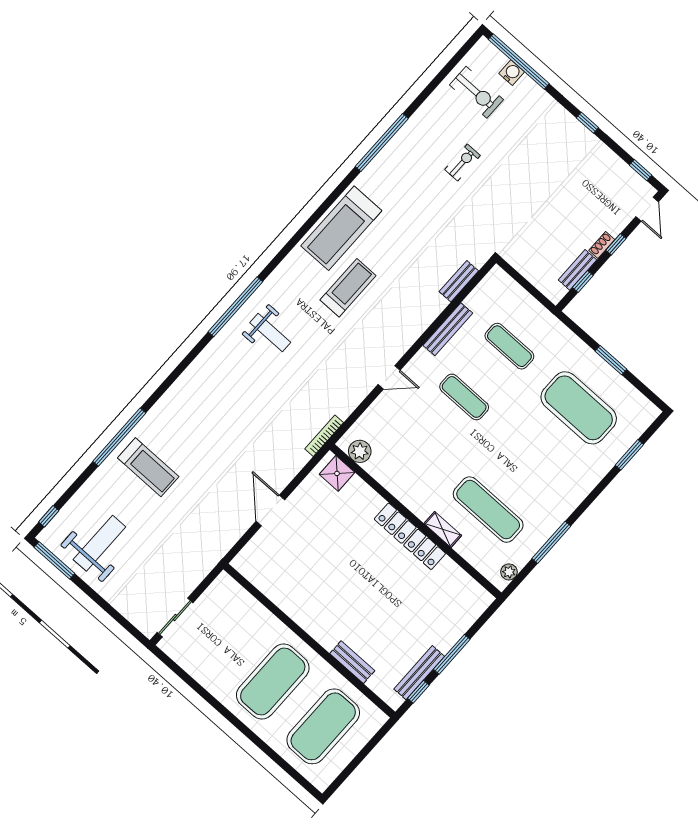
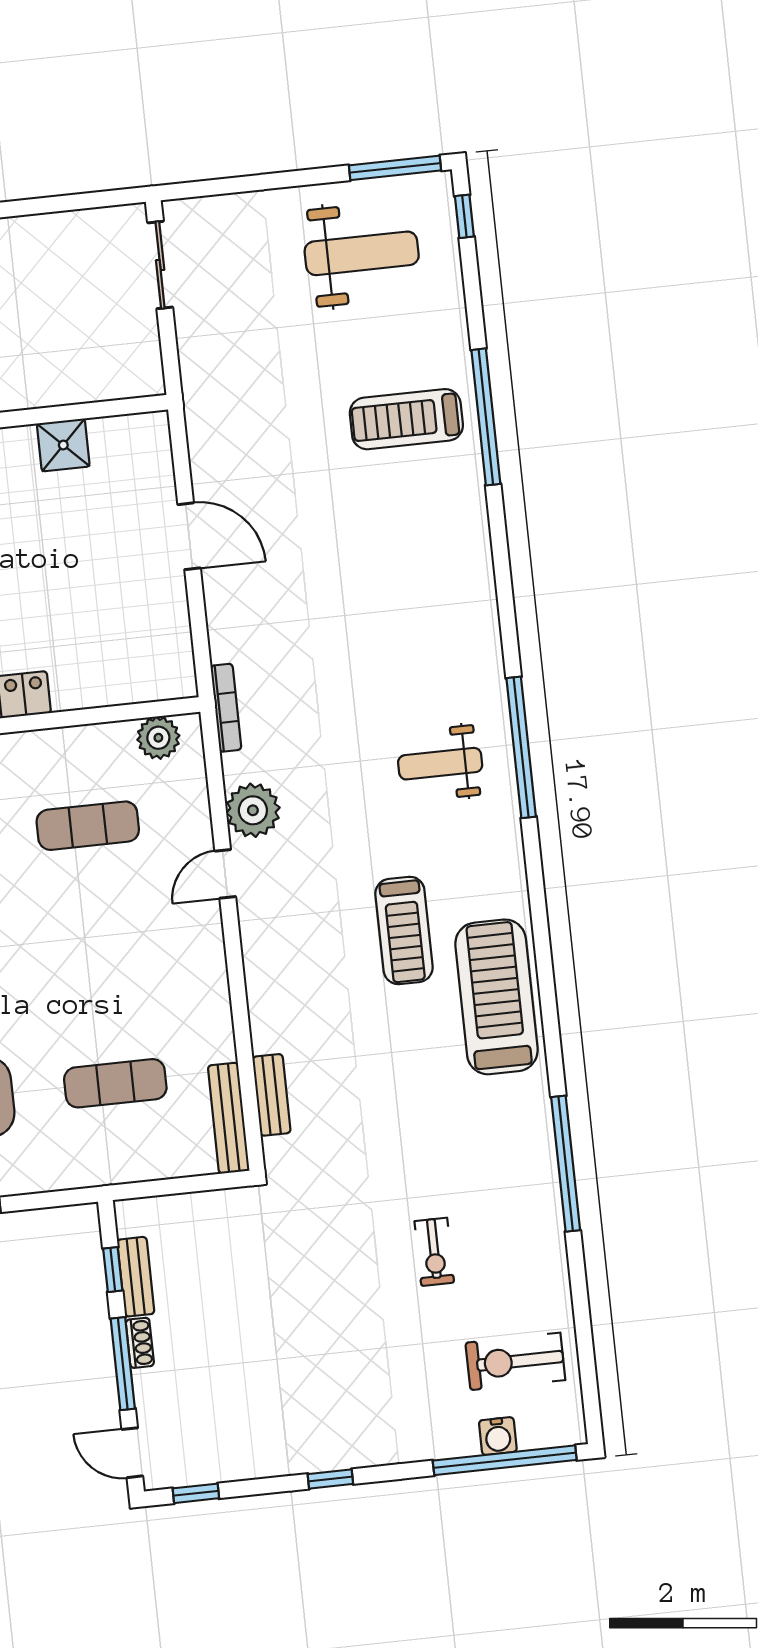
window: (616, 244) -> (123, 1364), width x2.17
bench: (448, 329) -> (229, 1118), moved
plant: (355, 389) -> (253, 810), added
exercise mat: (464, 397) -> (88, 826), moved
shower: (337, 473) -> (63, 445), moved
weight bench: (99, 543) -> (362, 253), turned -90

